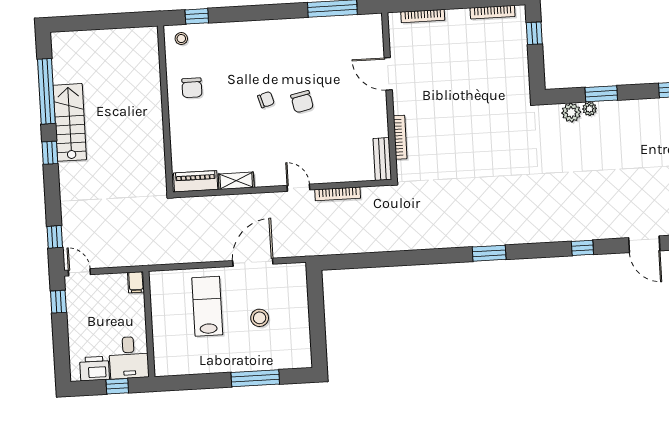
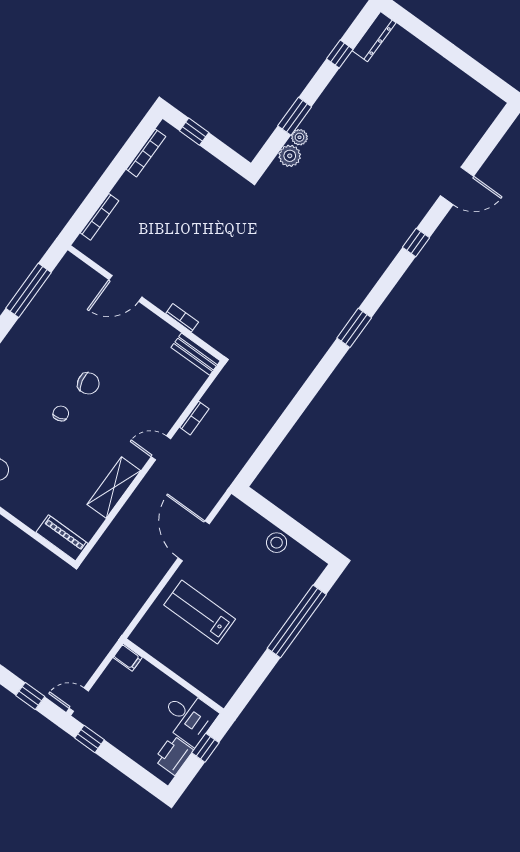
bookcase: (400, 137) -> (182, 318), width x0.64
piano: (196, 181) -> (62, 538), moved, turned 90
shelving: (236, 181) -> (114, 488), width x1.50, depth x1.33
bookcase: (338, 194) -> (194, 418), width x0.64
stool: (260, 318) -> (277, 543), moved
window: (255, 378) -> (297, 621), width x1.46

